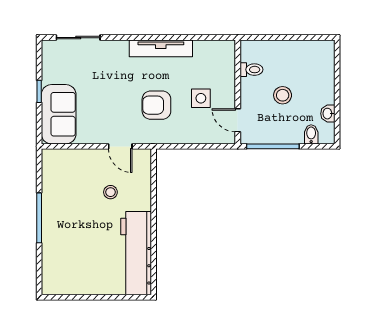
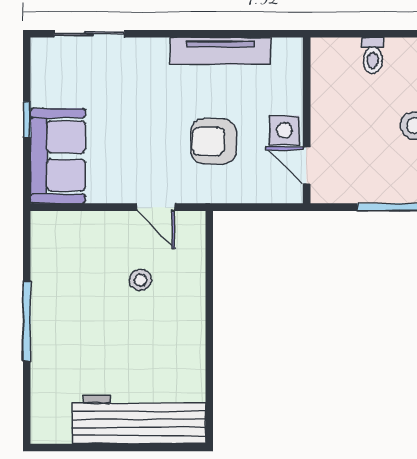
toilet: (251, 70) -> (373, 55), moved, turned 90
wall: (238, 92) -> (307, 120), moved
door: (238, 120) -> (307, 166), moved
workbench: (136, 253) -> (139, 420), moved, turned 90

